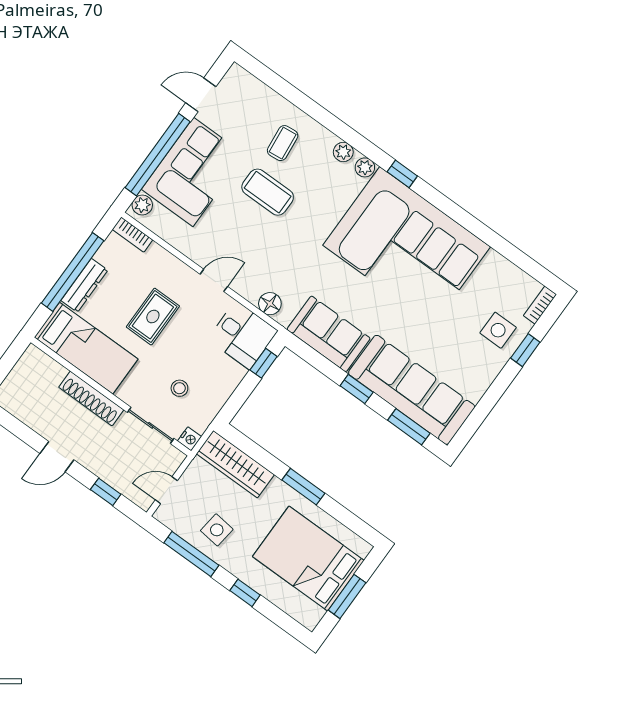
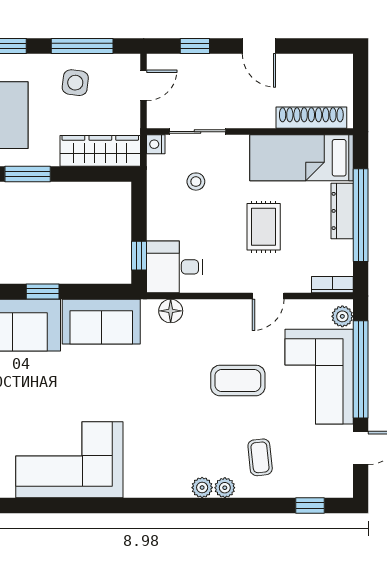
plant: (365, 167) -> (225, 488), moved
window: (402, 174) -> (310, 506), moved
coffee table: (268, 192) -> (238, 380), moved
corner sofa: (407, 246) -> (69, 460), width x0.73, depth x0.74
door: (214, 280) -> (268, 296), moved
shoe rack: (91, 398) -> (311, 118), moved
door: (57, 457) -> (259, 46), swing flipped

